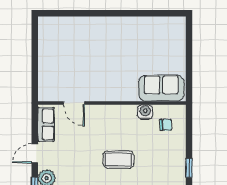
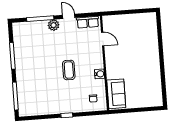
door: (74, 103) -> (103, 39), swing flipped
water cooler: (145, 112) -> (100, 74), moved

